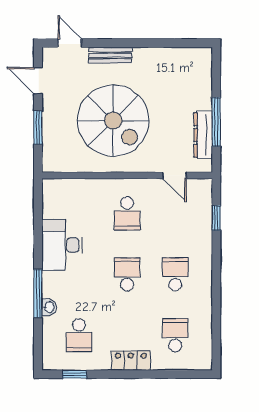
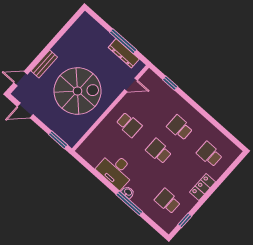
window: (38, 128) -> (58, 140), moved
washbasin: (49, 307) -> (128, 192), moved
school desk: (79, 335) -> (168, 201), turned 180

